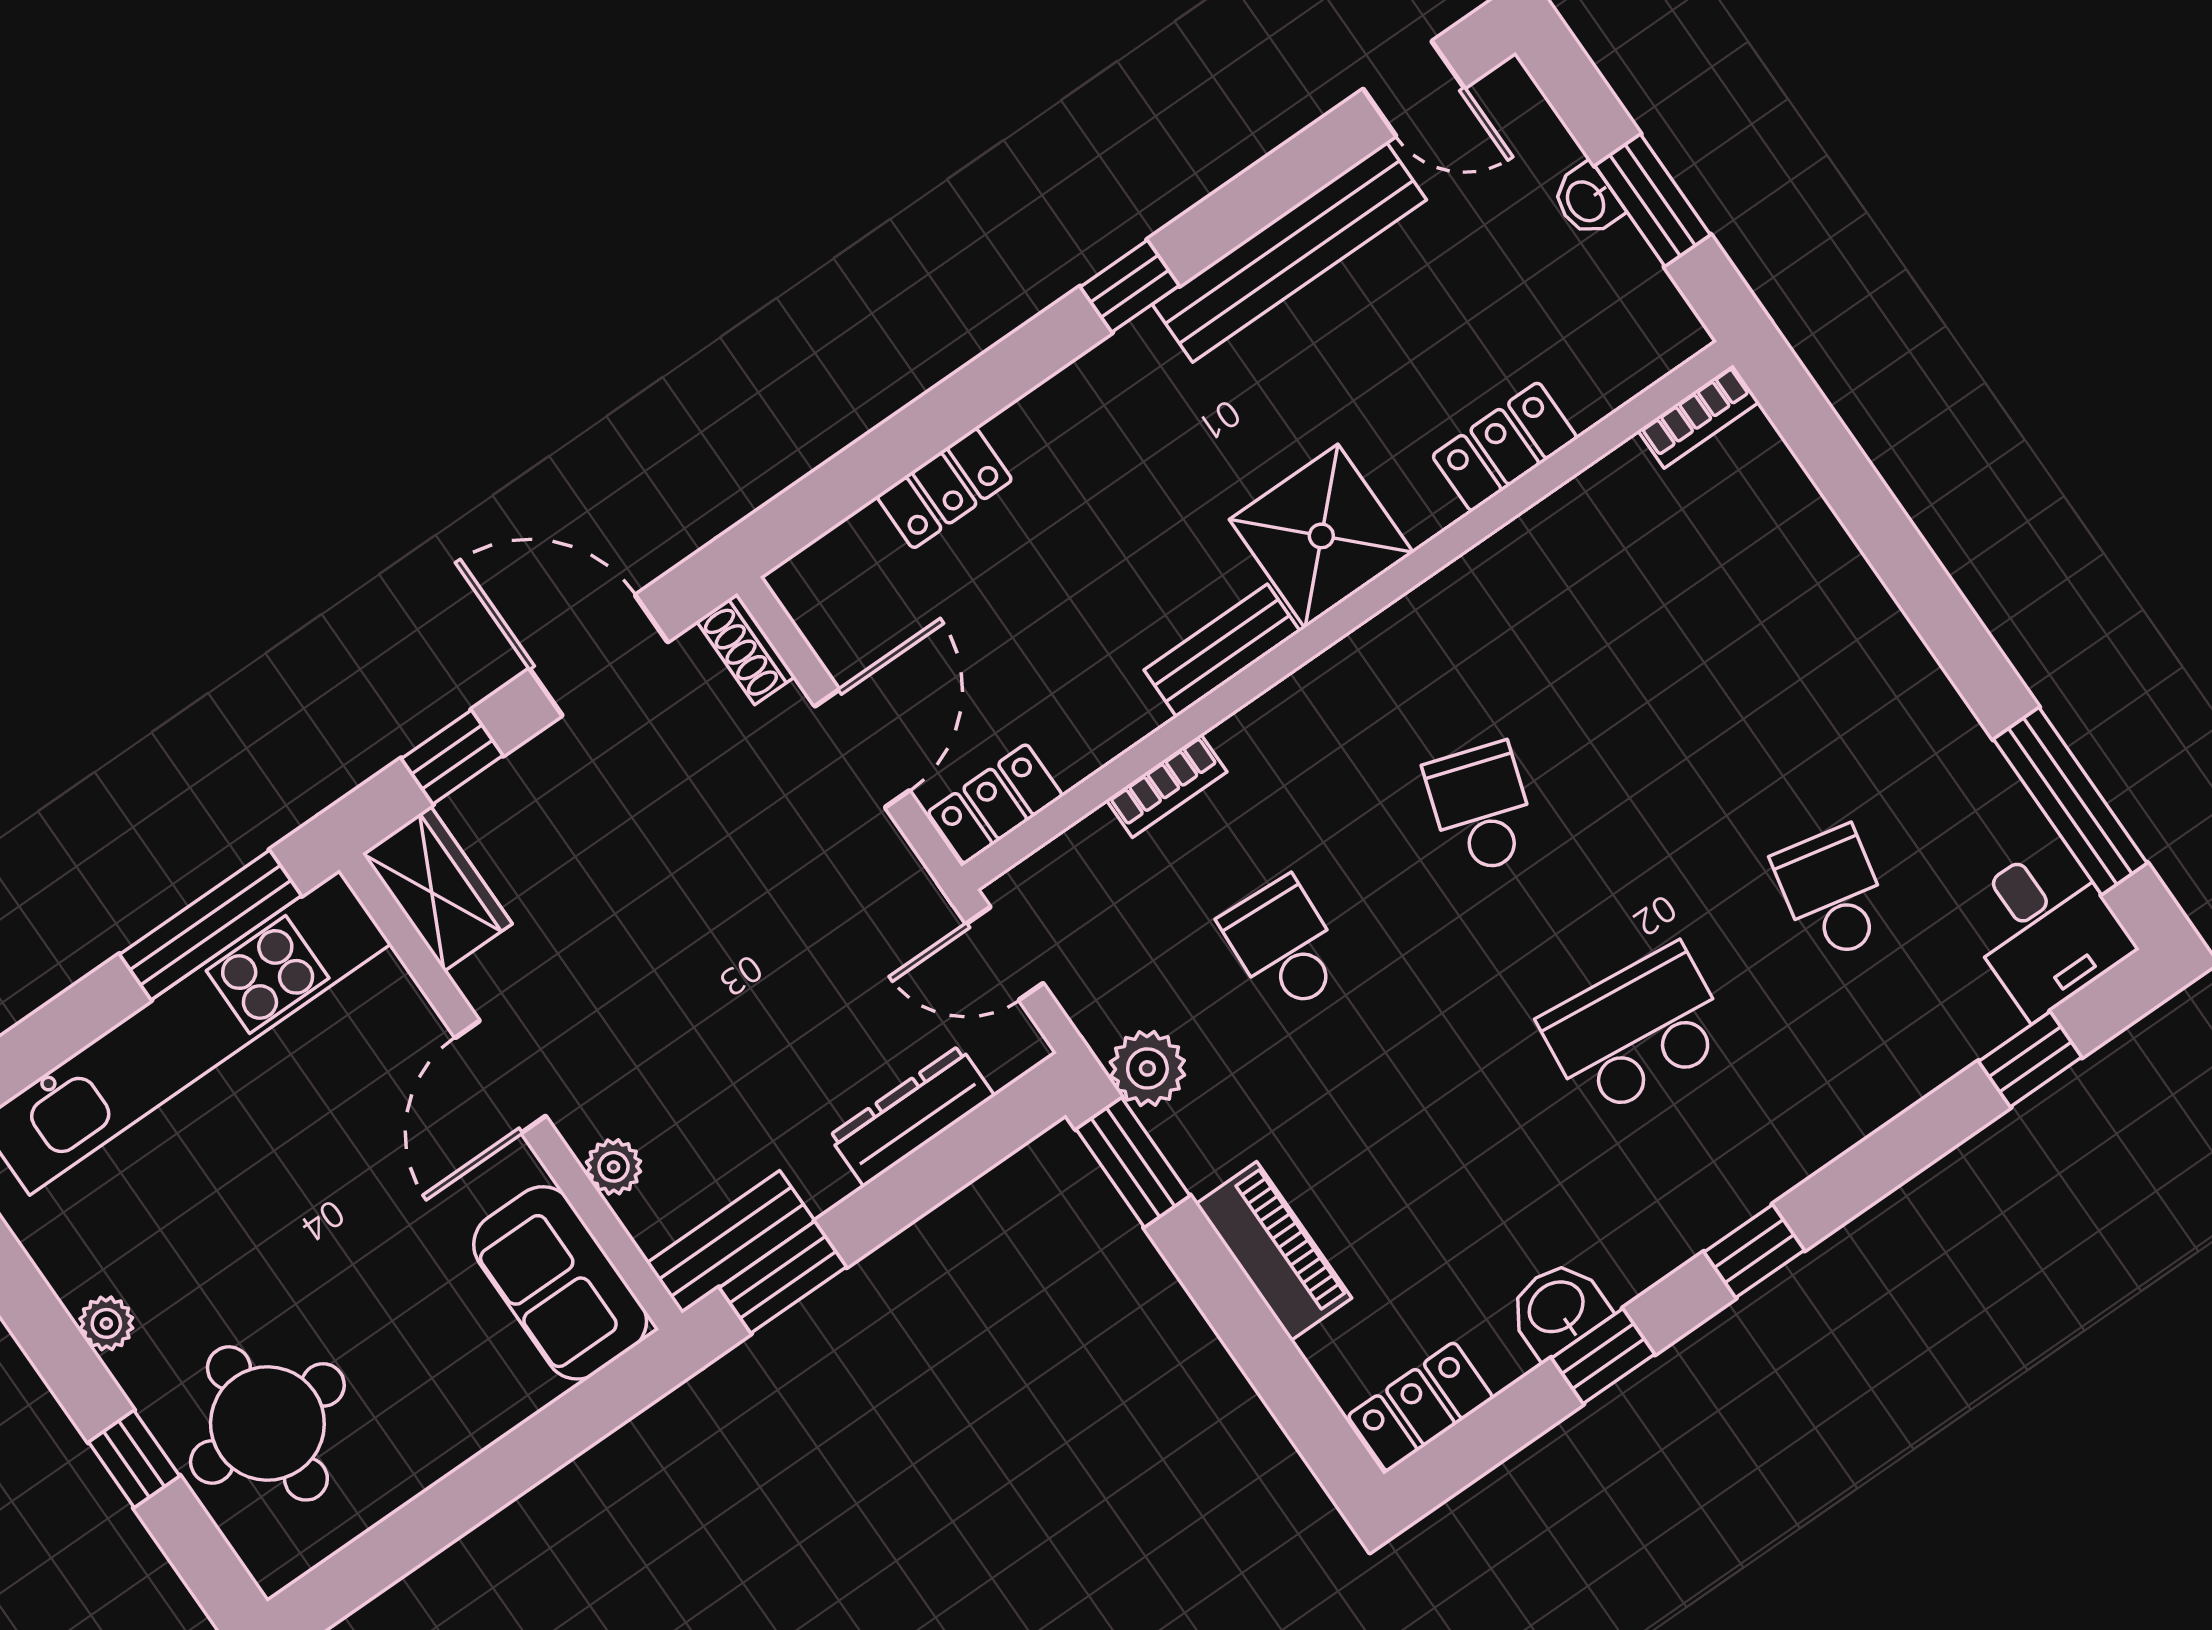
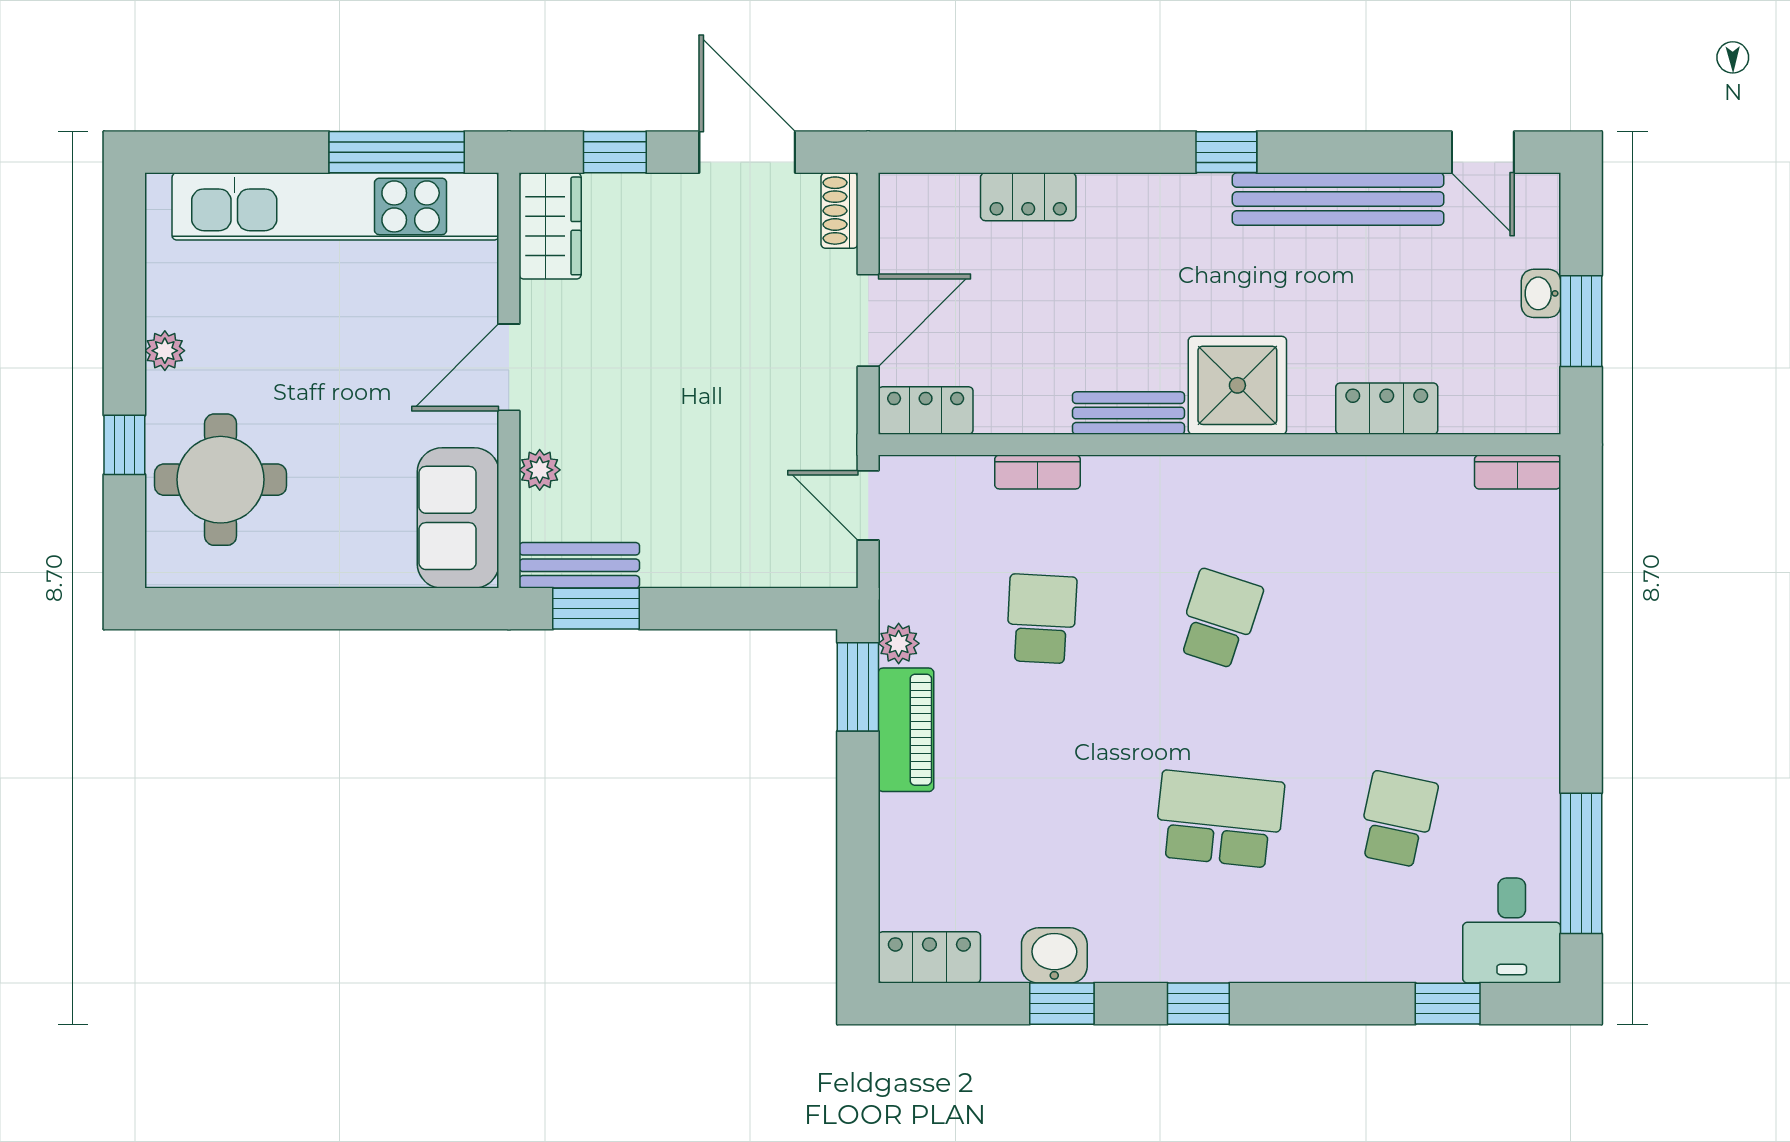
plant: (1147, 1068) -> (899, 643), width x0.73, depth x0.73
dresser: (912, 1116) -> (743, 565), removed
piano: (1274, 1251) -> (906, 730), moved

